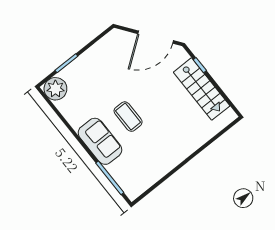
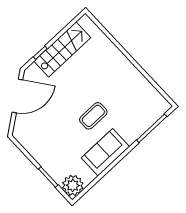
door: (156, 37) -> (17, 96), hinge flipped
sofa: (100, 141) -> (105, 152), moved

